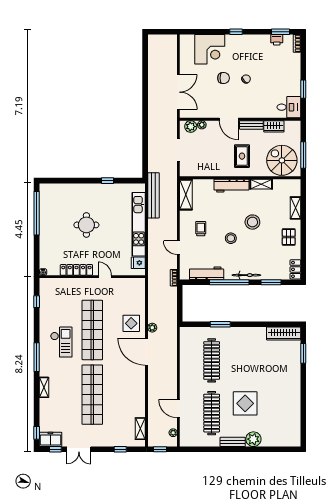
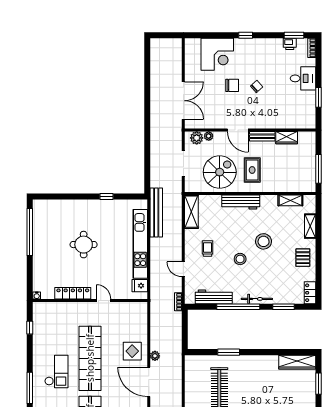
desk: (289, 107) -> (303, 78), moved
spiral stairs: (282, 160) -> (220, 172), moved, turned 90
shelving: (261, 184) -> (290, 200), moved

